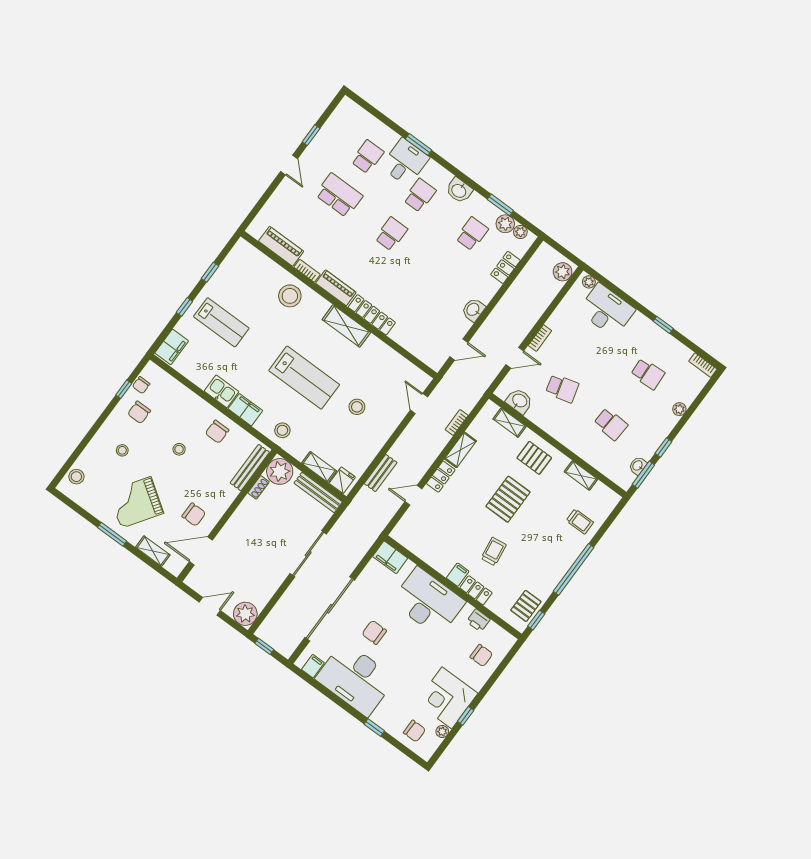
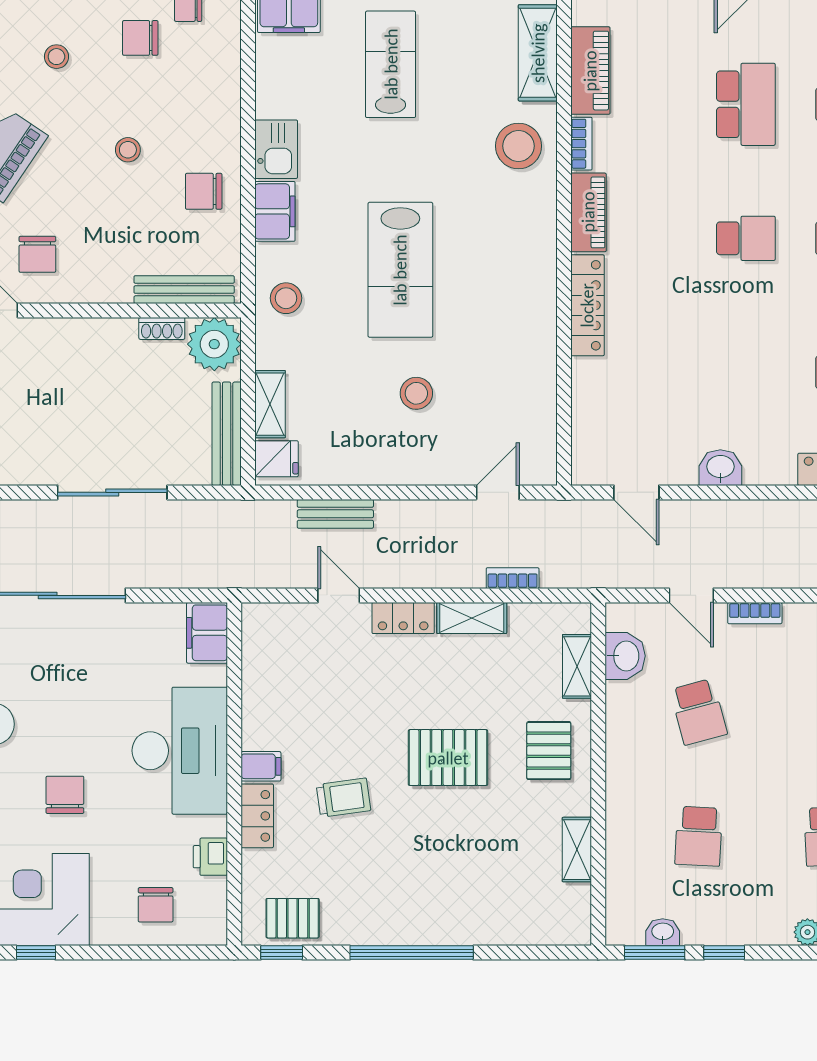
lab bench: (221, 322) -> (391, 64), turned 180
shelving: (346, 326) -> (538, 53), moved
trolley: (580, 521) -> (499, 904), removed
chair: (374, 632) -> (65, 795), moved

